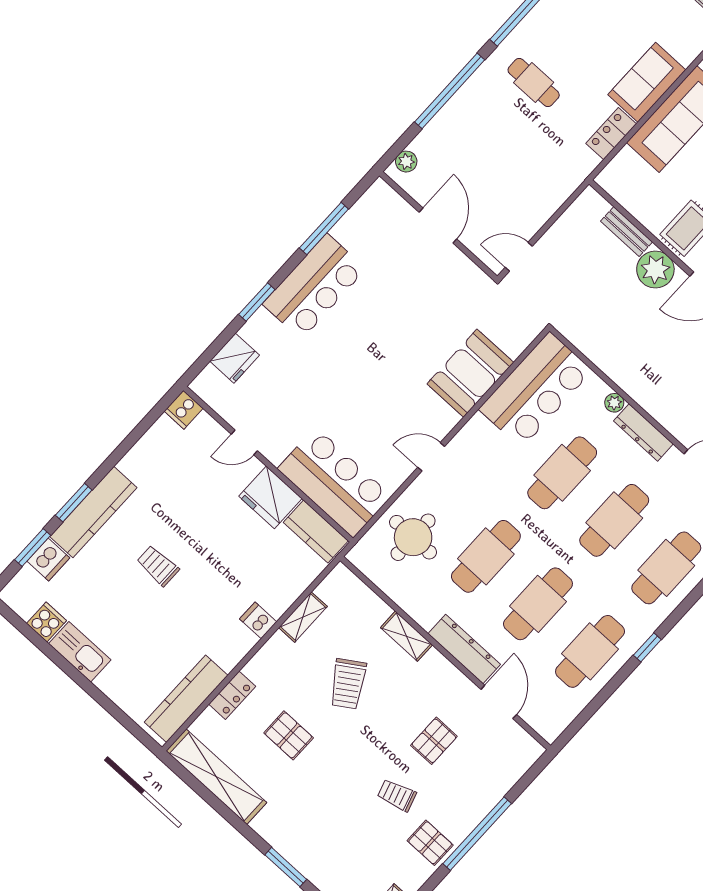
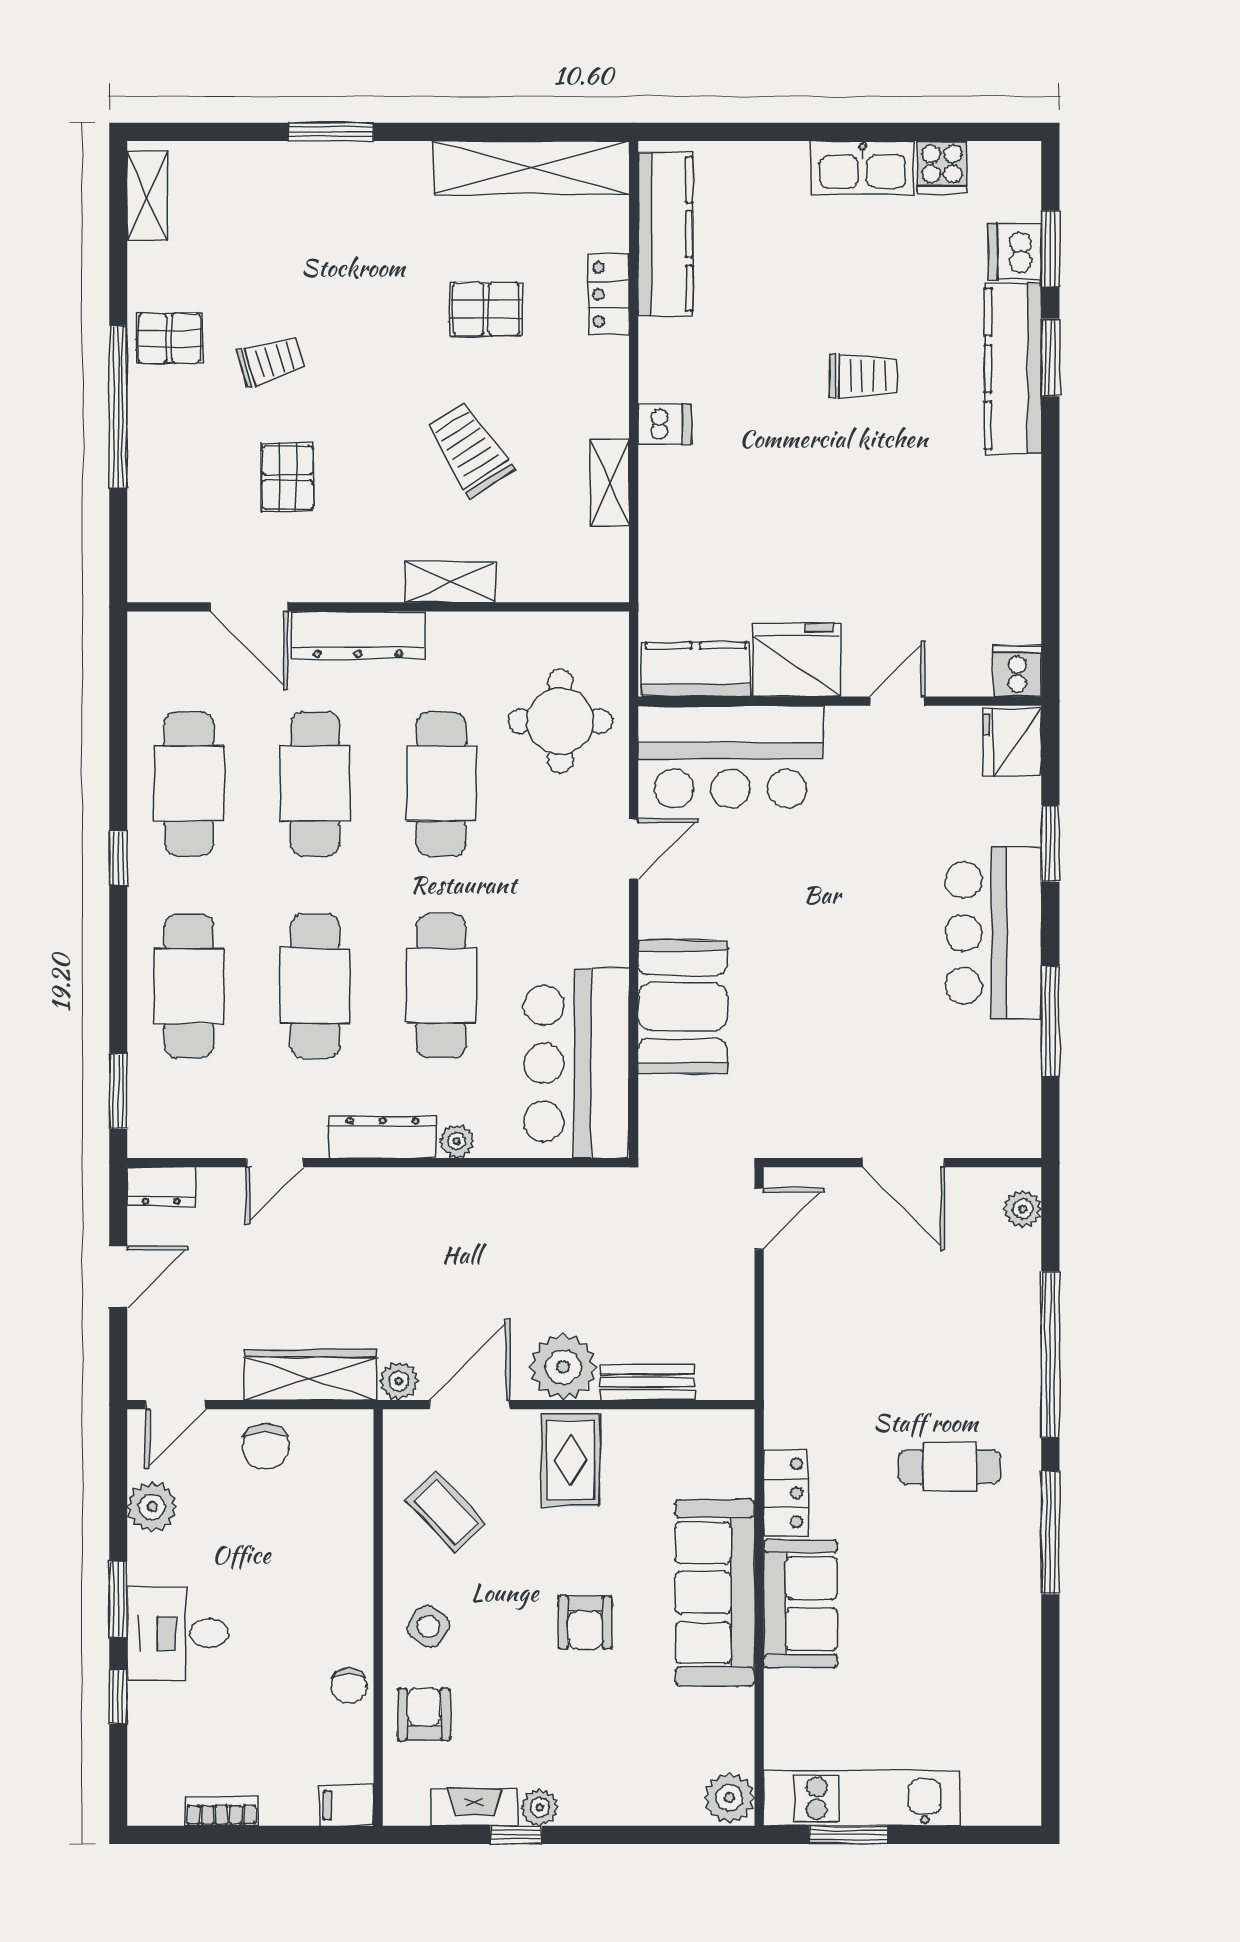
cooker: (184, 410) -> (1017, 671), moved
door: (244, 442) -> (897, 701), moved
wall: (268, 464) -> (840, 701), moved
bar counter: (334, 482) -> (731, 757), moved
fridge: (270, 497) -> (797, 660), moved
kitchen counter: (316, 532) -> (696, 669), moved

